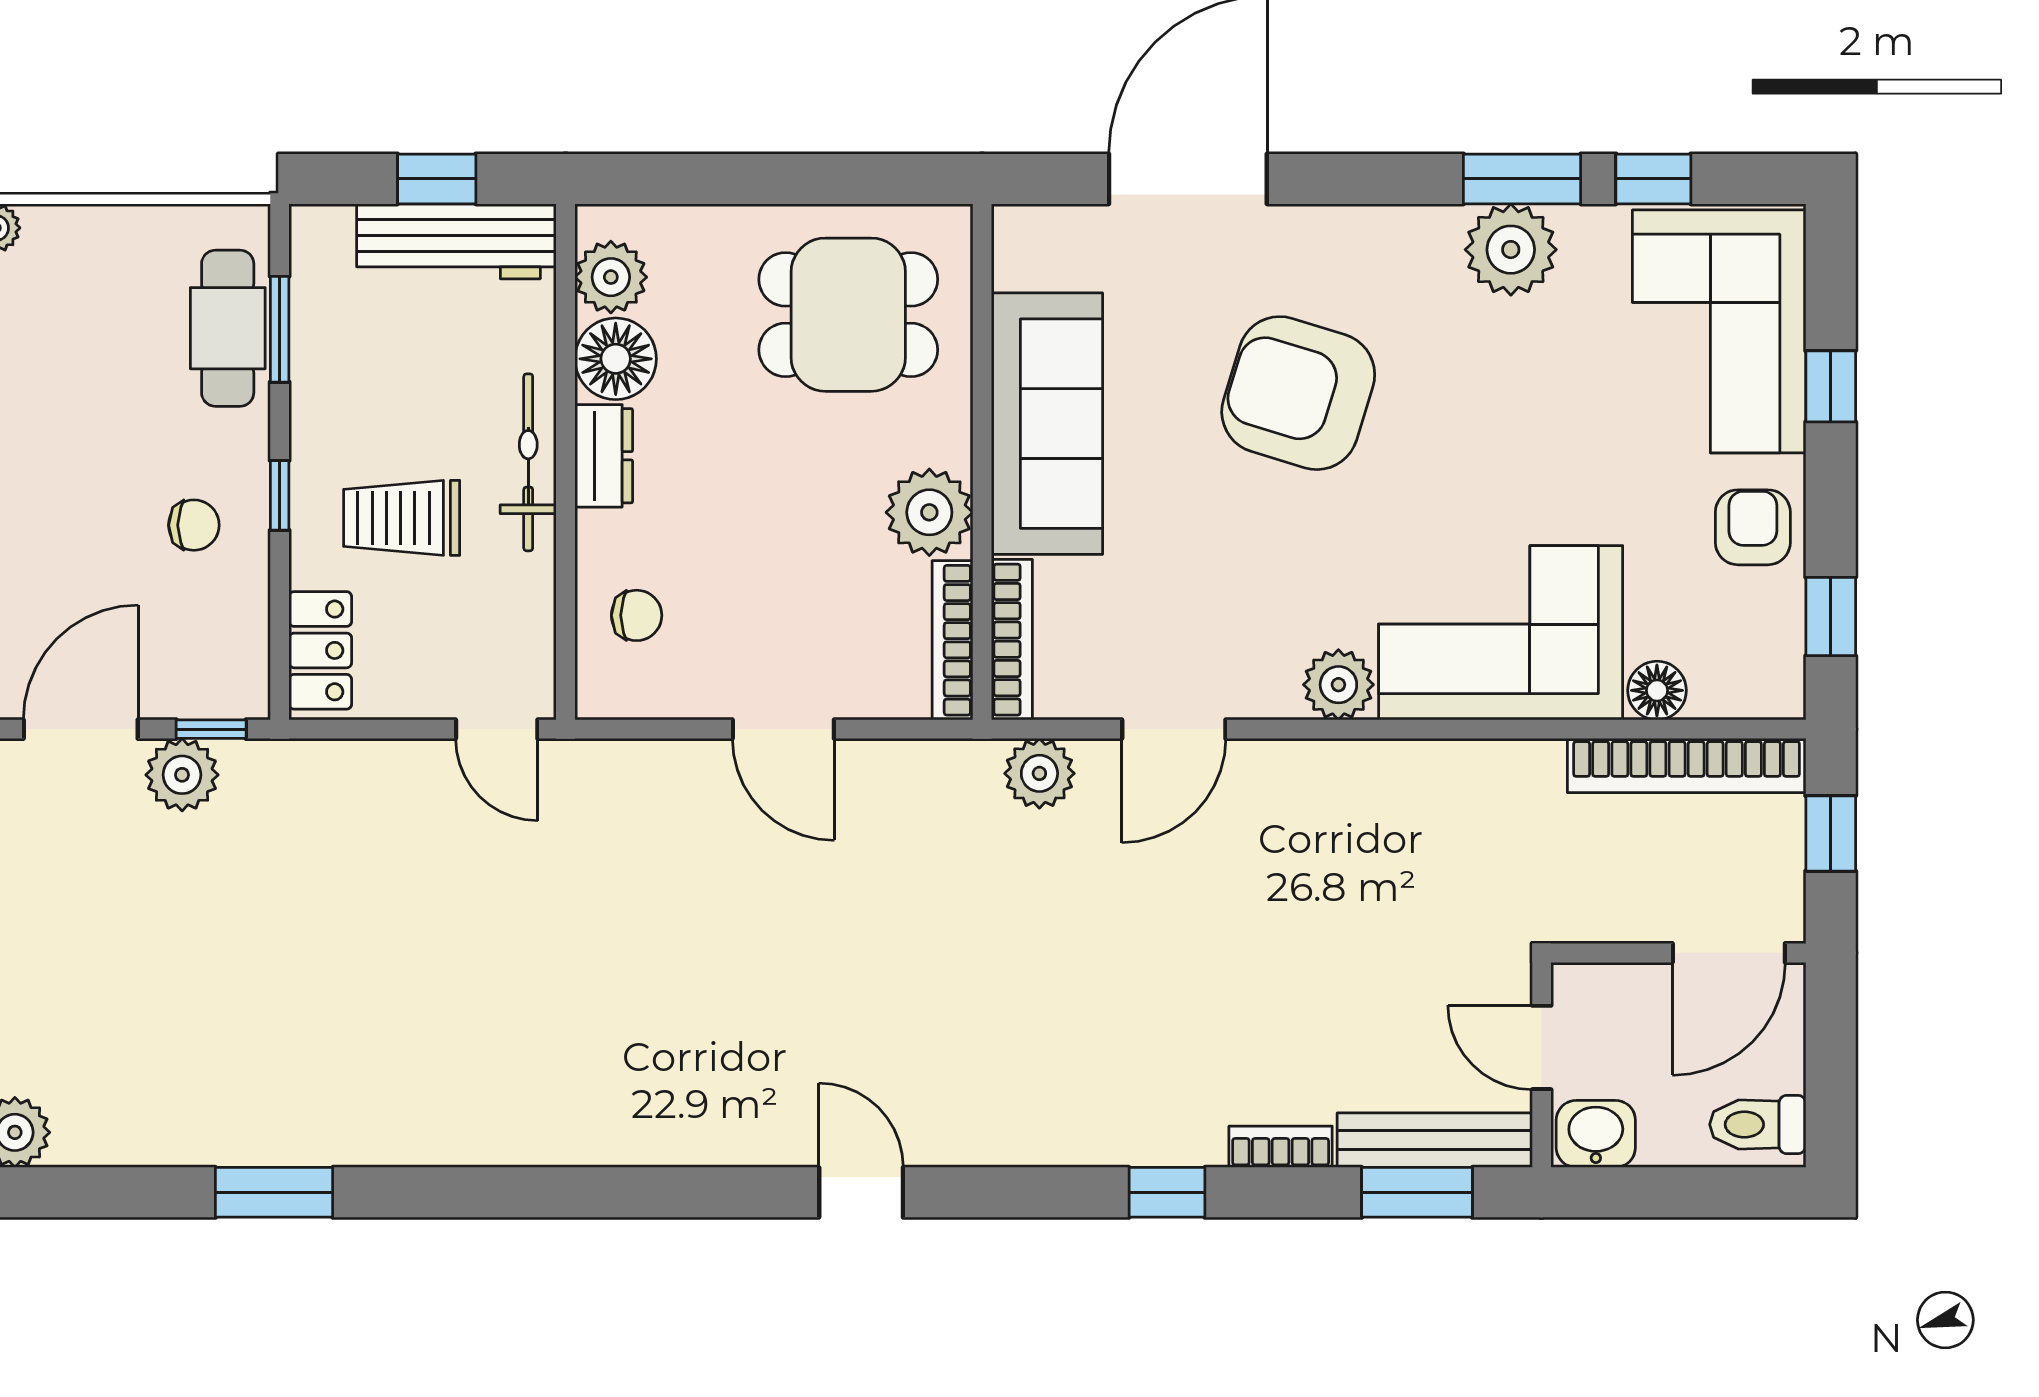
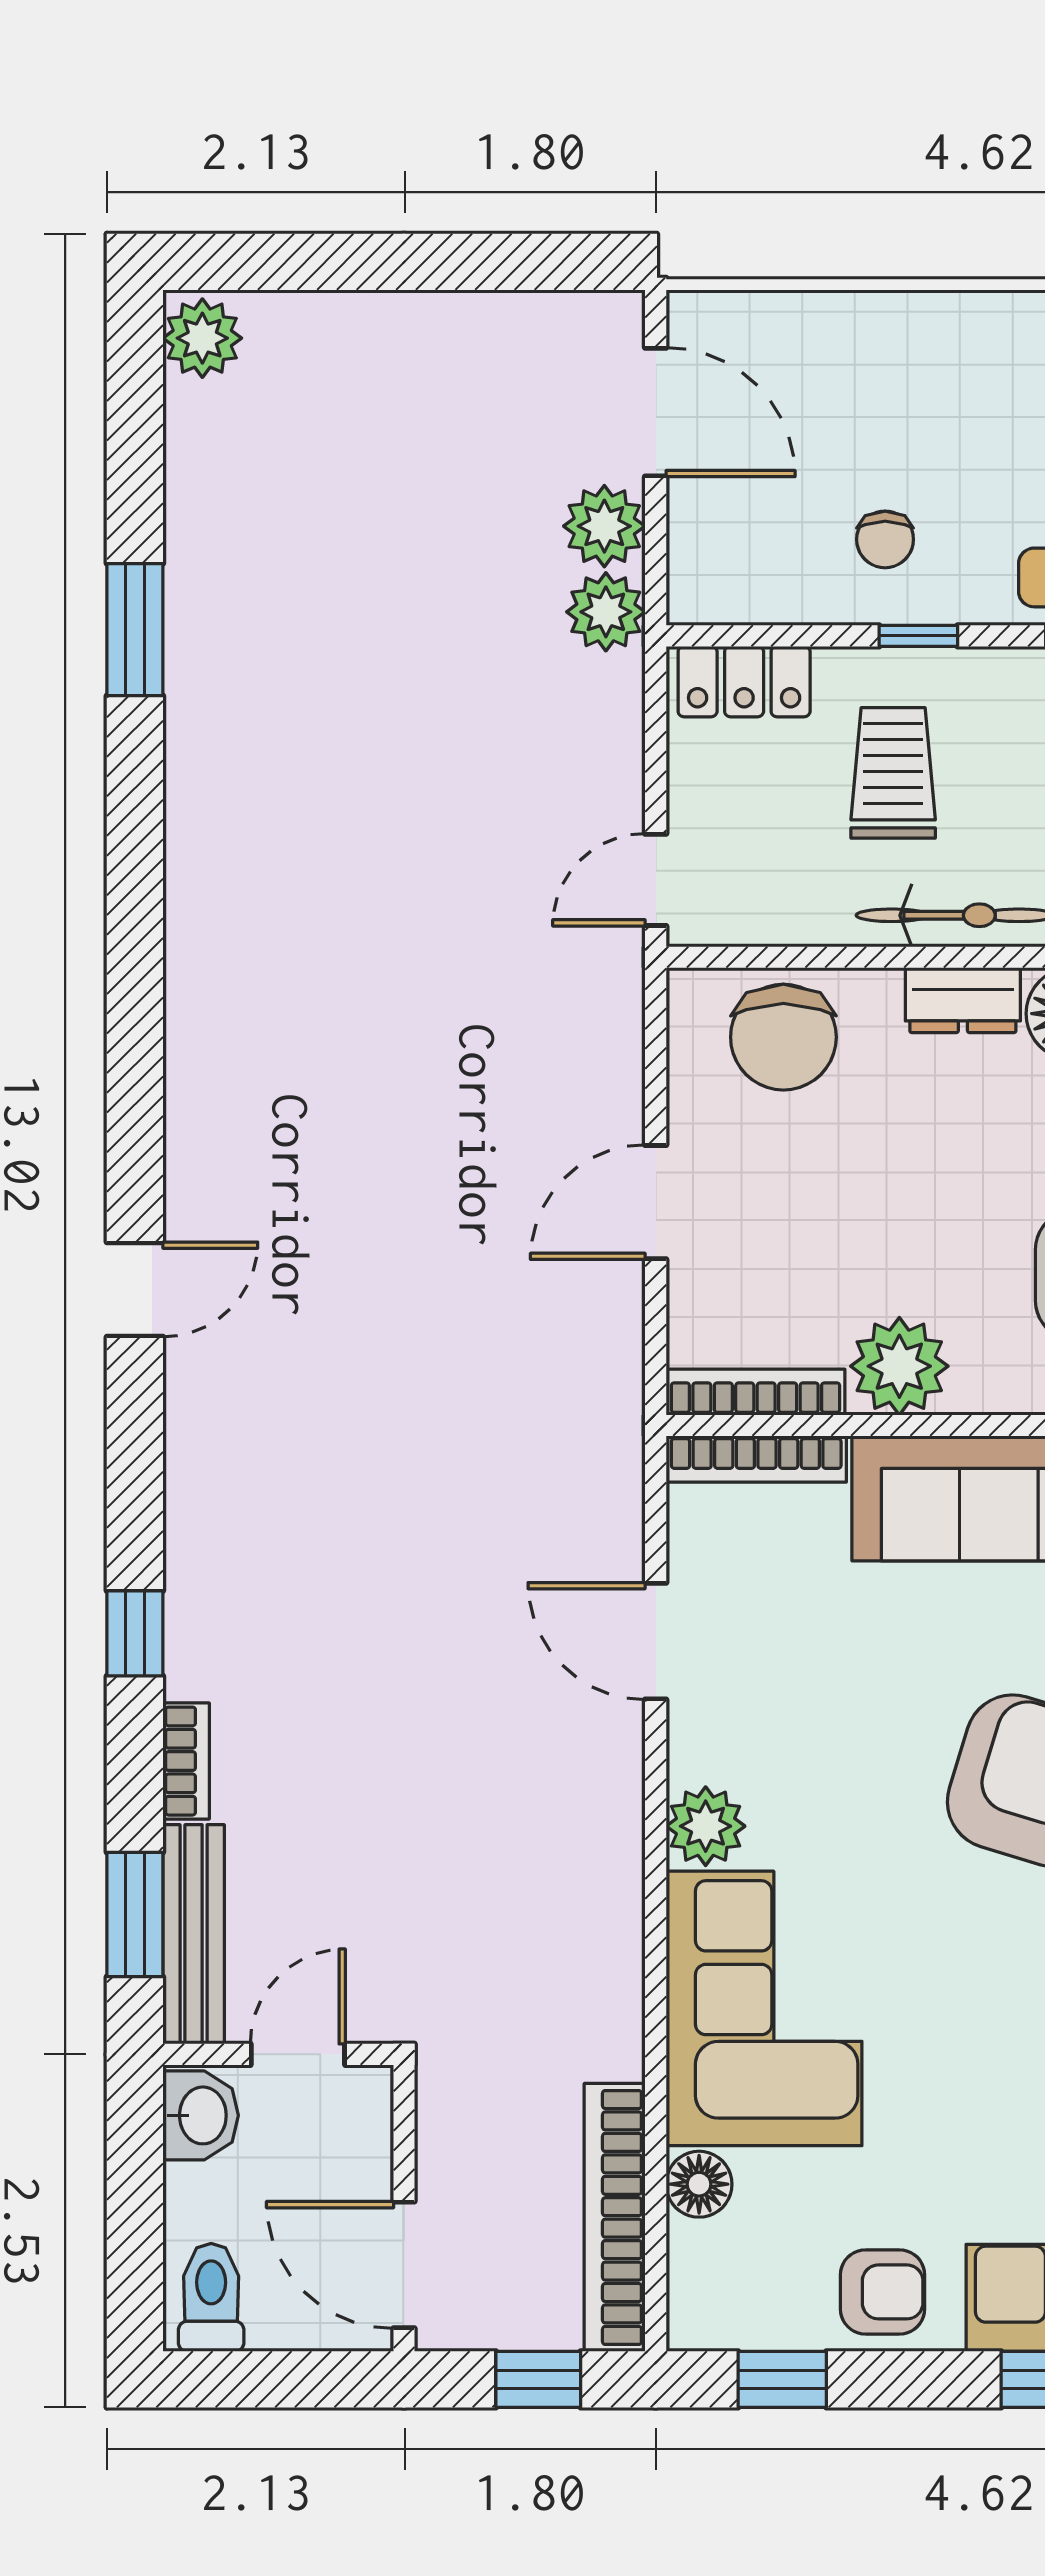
chair: (637, 615) -> (783, 1037), width x1.87, depth x1.87
window: (211, 729) -> (656, 559), removed
plant: (1039, 773) -> (606, 612), moved

